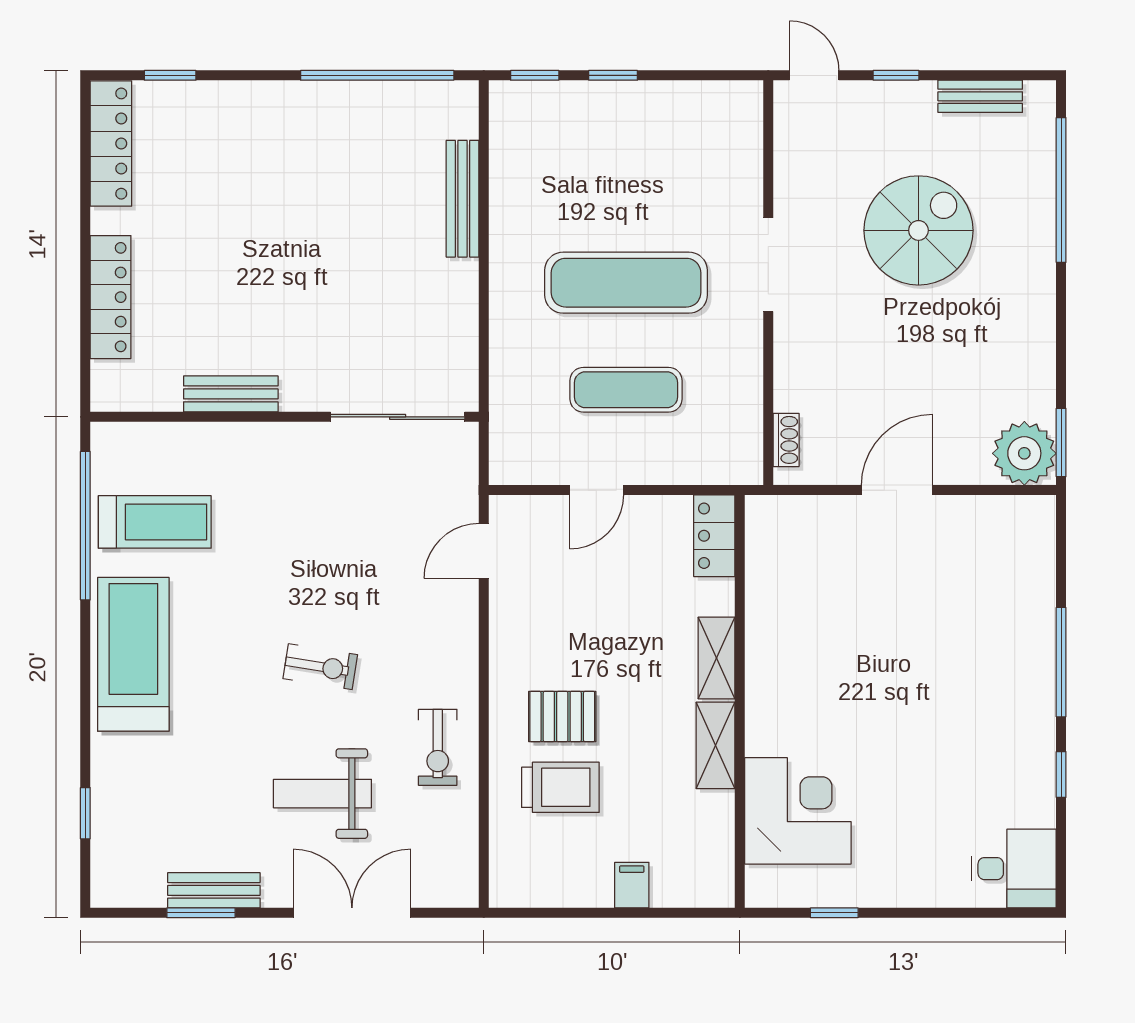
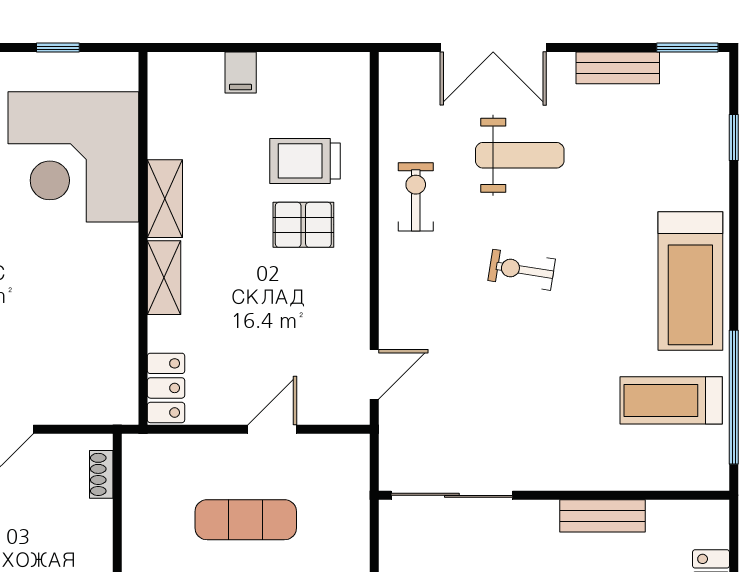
corner desk: (798, 811) -> (73, 157), width x1.36, depth x1.36
window: (201, 913) -> (687, 48), moved

